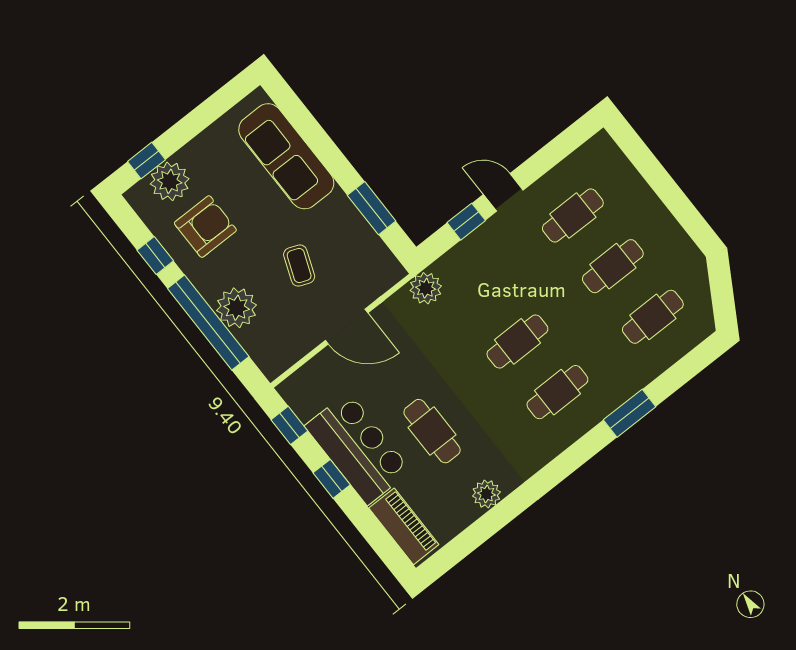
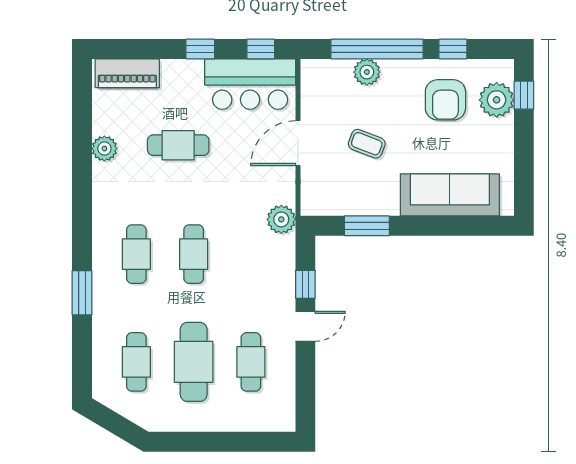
cafe table: (613, 266) -> (194, 362), width x1.37, depth x1.35
plant: (237, 308) -> (367, 72), width x0.73, depth x0.73
bar counter: (358, 448) -> (250, 84), moved

